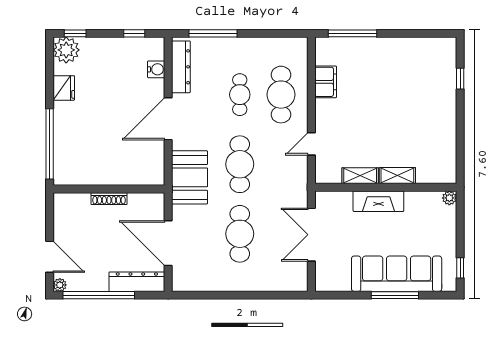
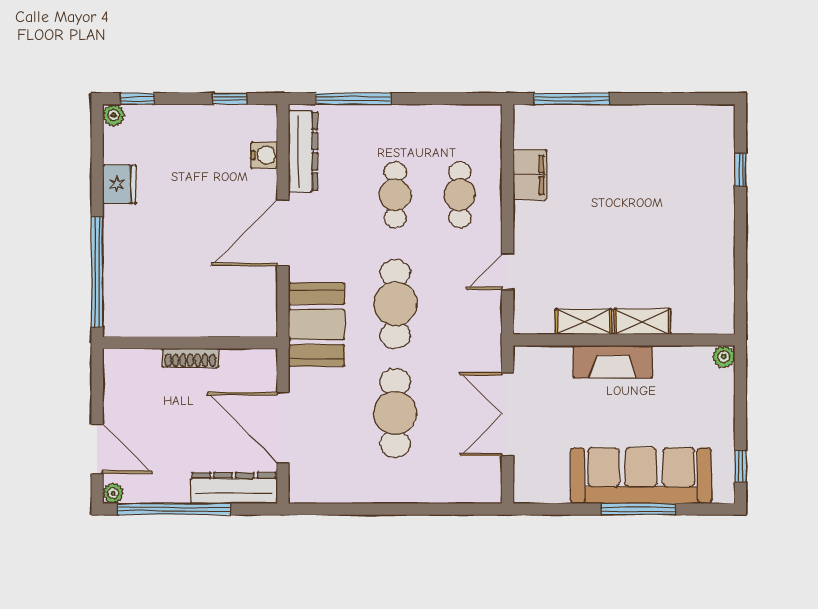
plant: (66, 50) -> (114, 115), width x0.53, depth x0.53
cafe table: (281, 95) -> (460, 195), width x0.73, depth x0.74

